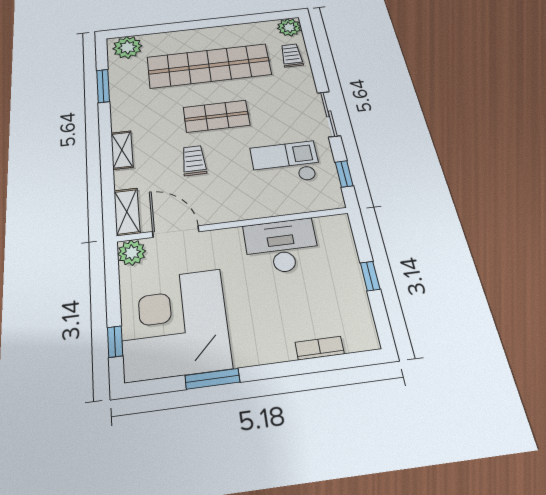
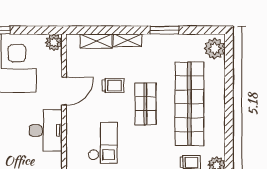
window: (103, 86) -> (164, 30), moved
shelving: (127, 212) -> (96, 41), moved
door: (176, 232) -> (64, 91), moved

